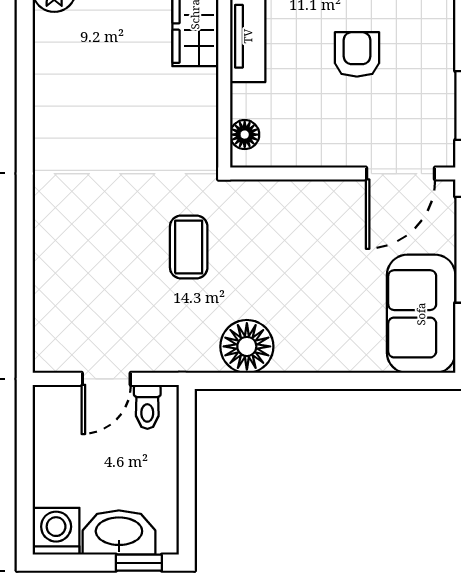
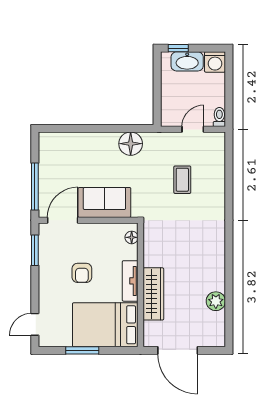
coffee table: (189, 247) -> (182, 180), moved
sofa: (421, 314) -> (104, 202), moved, turned -90
toilet: (147, 407) -> (219, 117), moved

